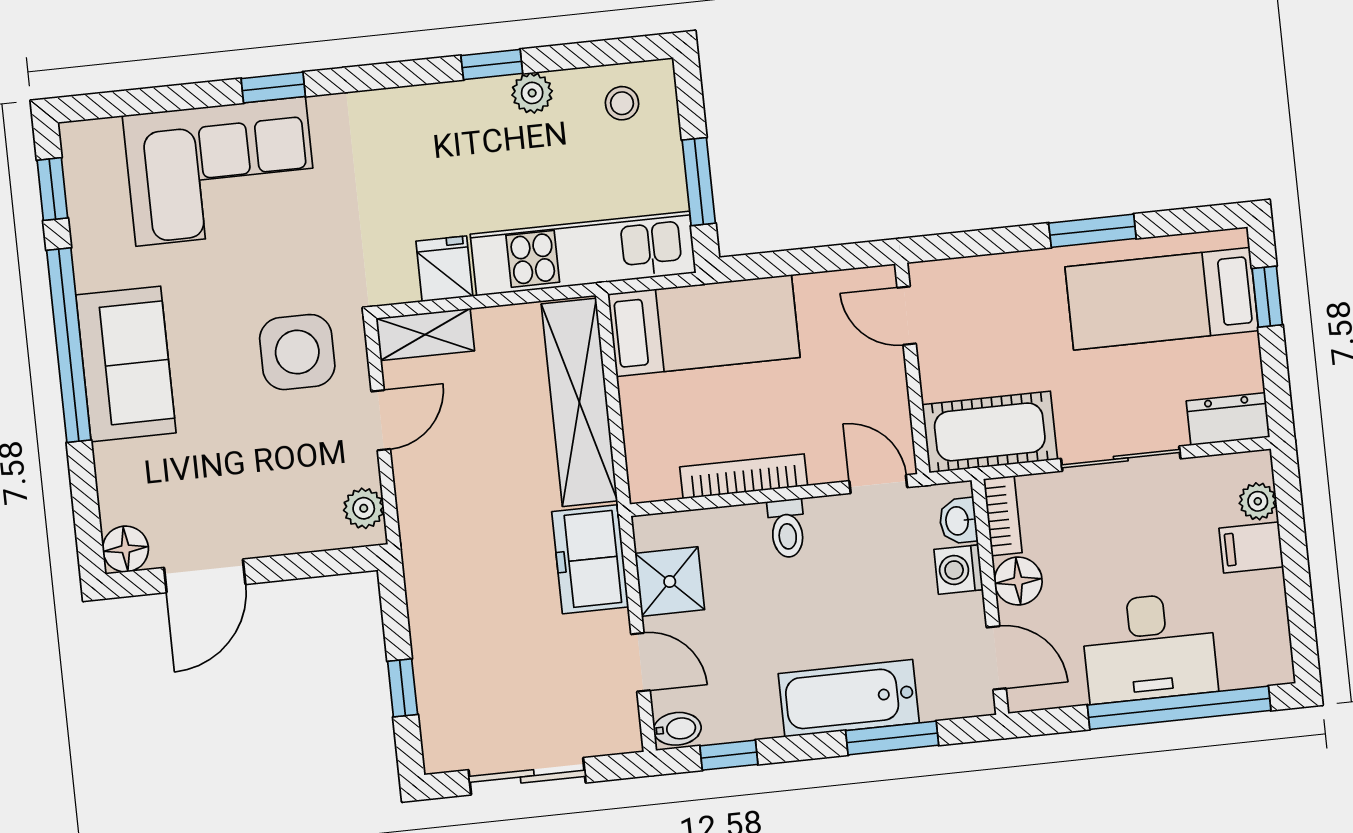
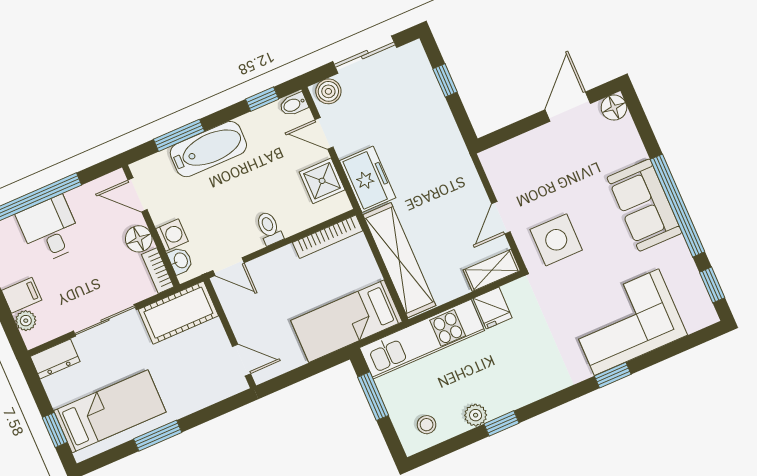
bookcase: (744, 476) -> (328, 237), moved
plant: (364, 508) -> (495, 169), removed
desk: (1149, 648) -> (50, 229), width x0.73
boiler: (610, 733) -> (328, 91), added

